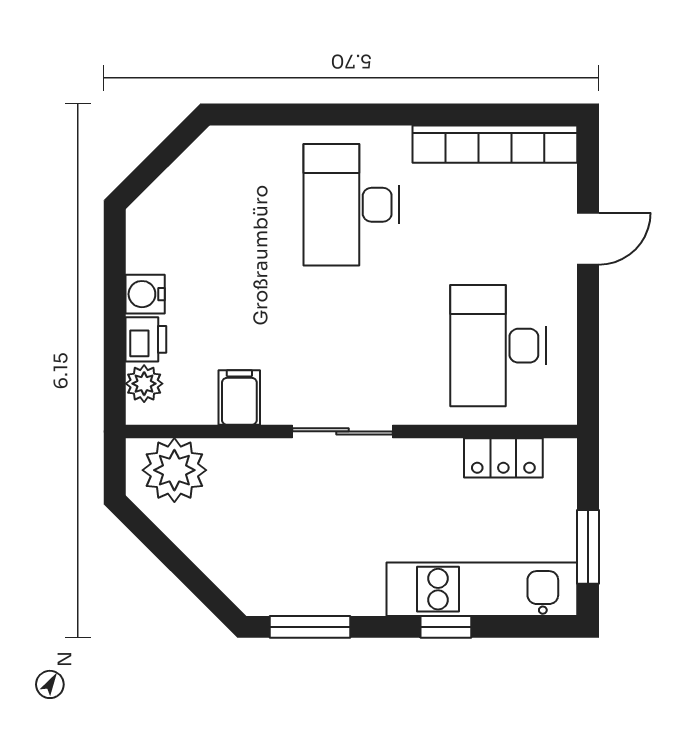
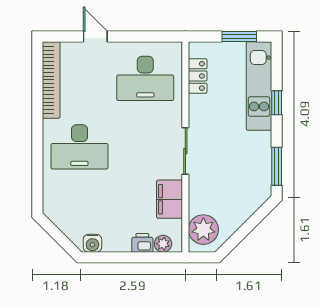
water cooler: (145, 294) -> (92, 243), moved
filing cabinet: (239, 397) -> (169, 199), width x2.00

